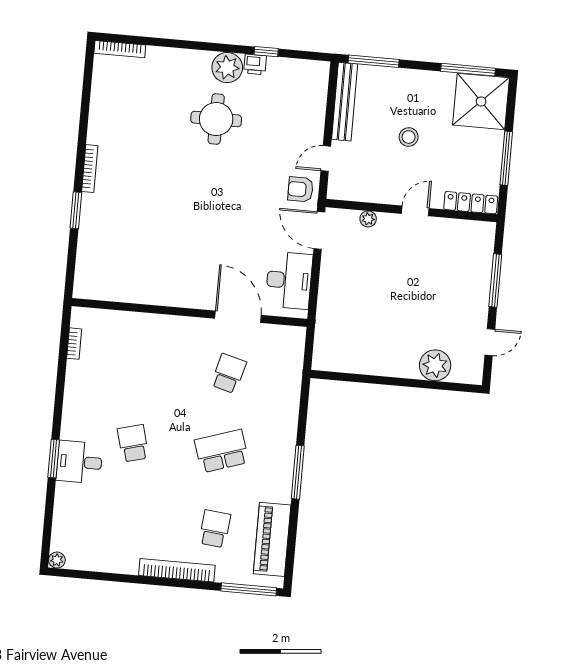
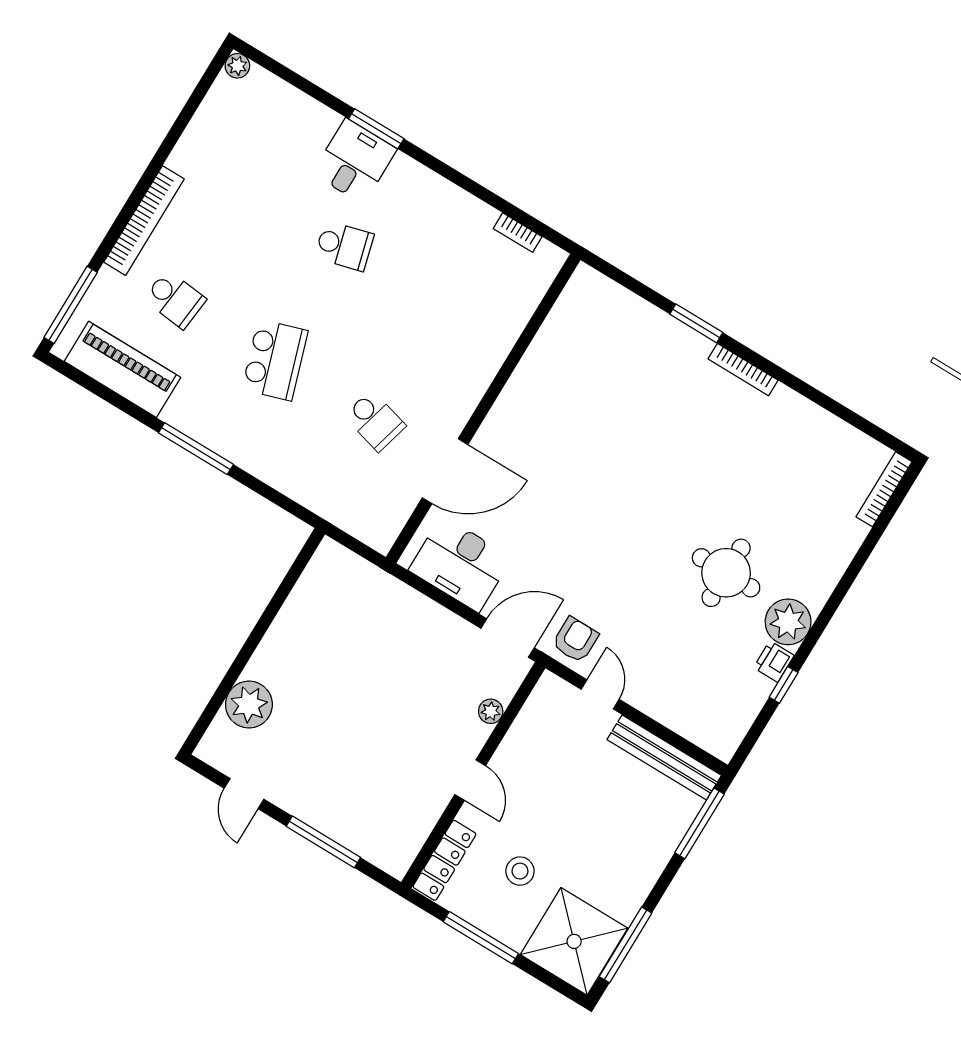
stool: (409, 137) -> (520, 871), moved

